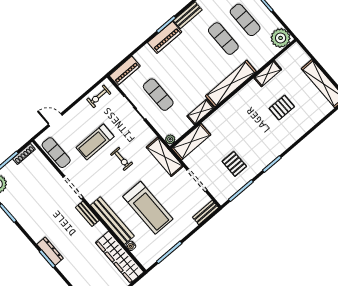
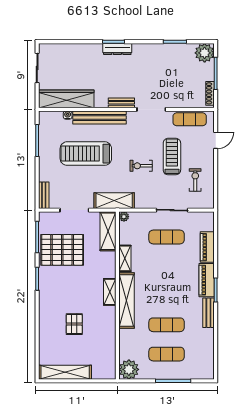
piano: (125, 71) -> (207, 247), moved
shelving: (268, 74) -> (110, 292), moved
exercise bike: (99, 96) -> (195, 180), moved
pallet: (234, 164) -> (62, 250), width x2.05, depth x2.00

